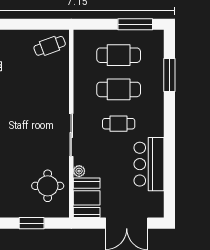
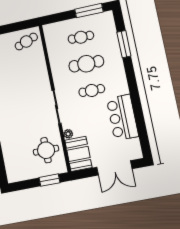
cafe table: (119, 55) -> (81, 37), width x0.73, depth x0.74
window: (32, 223) -> (49, 180), moved

